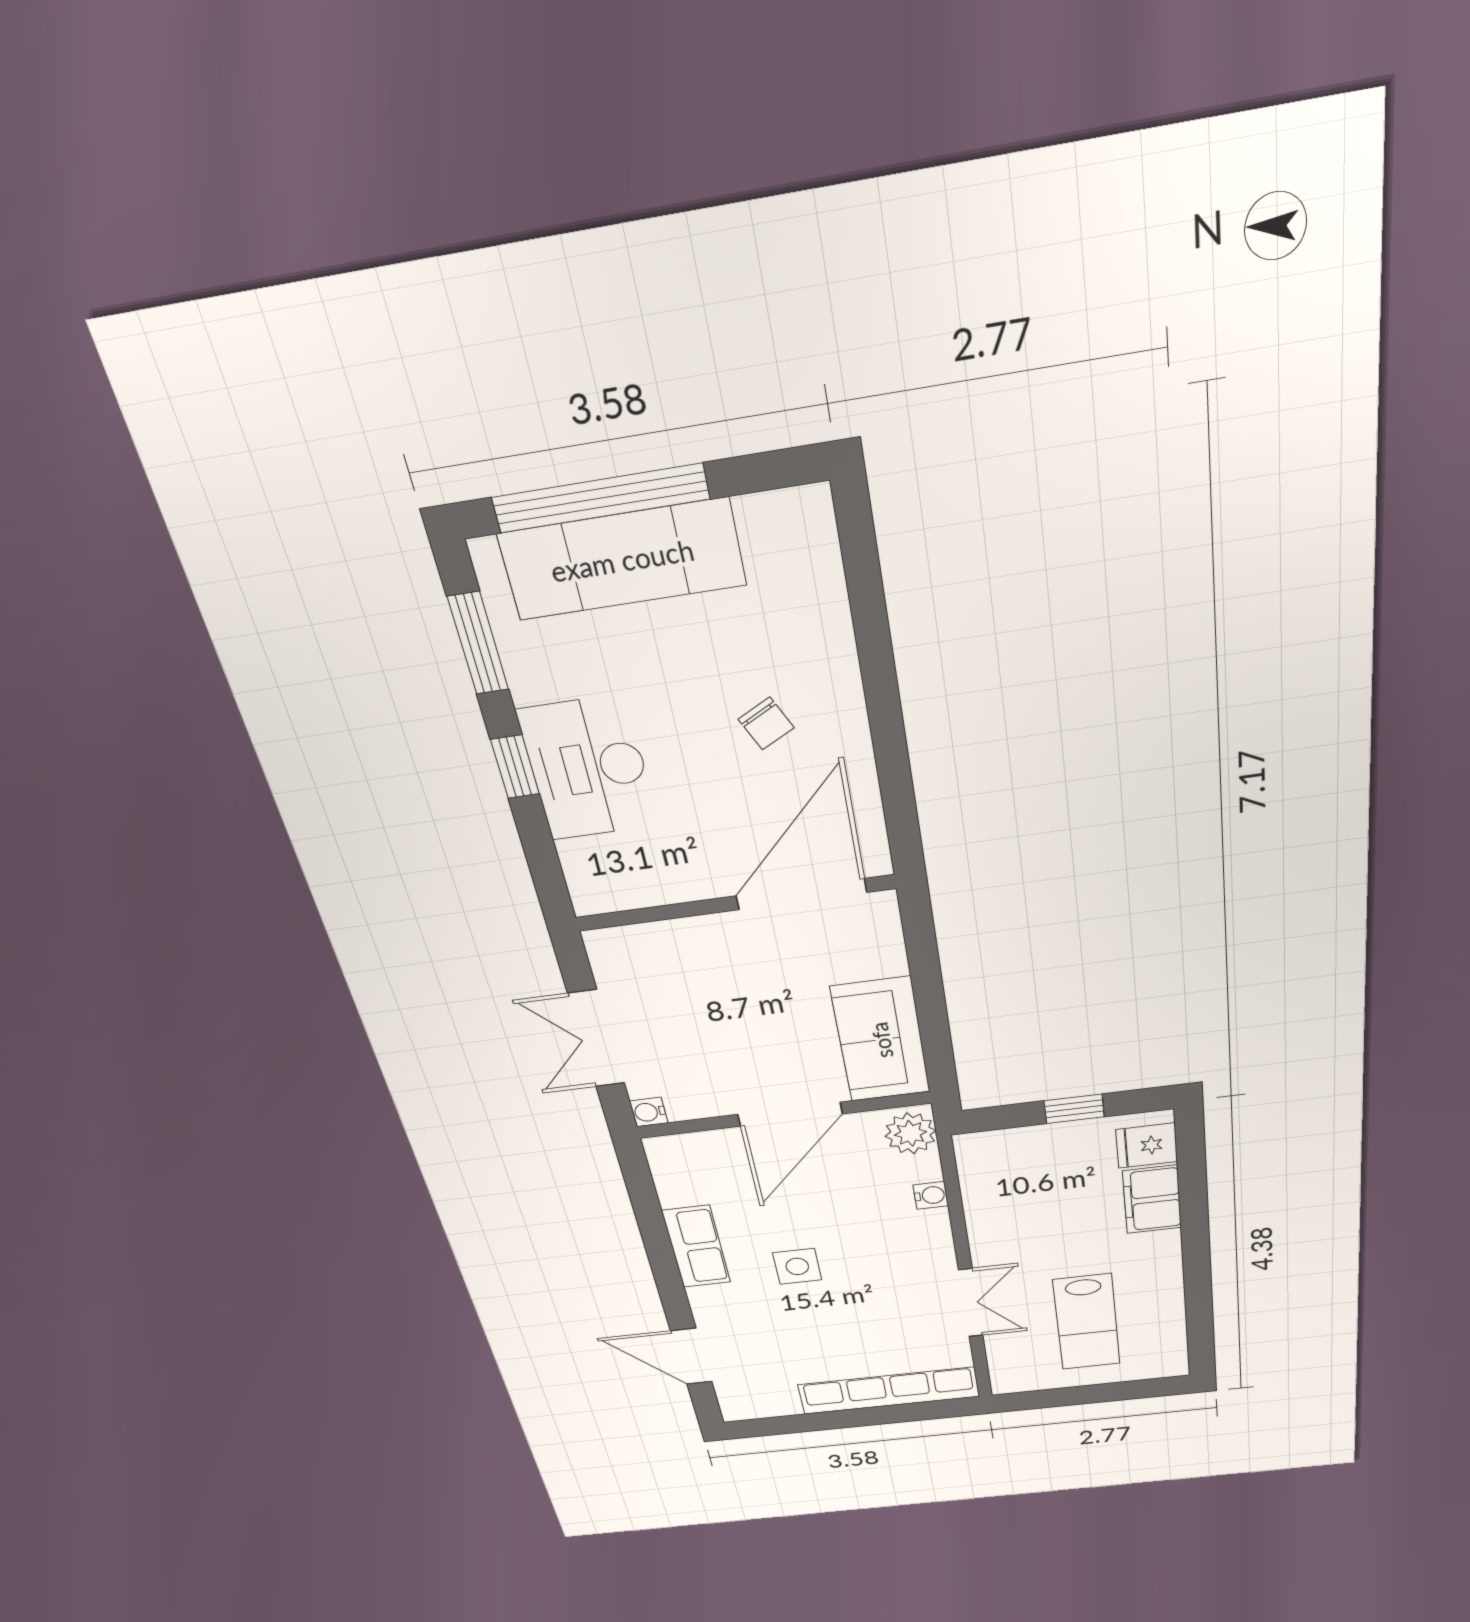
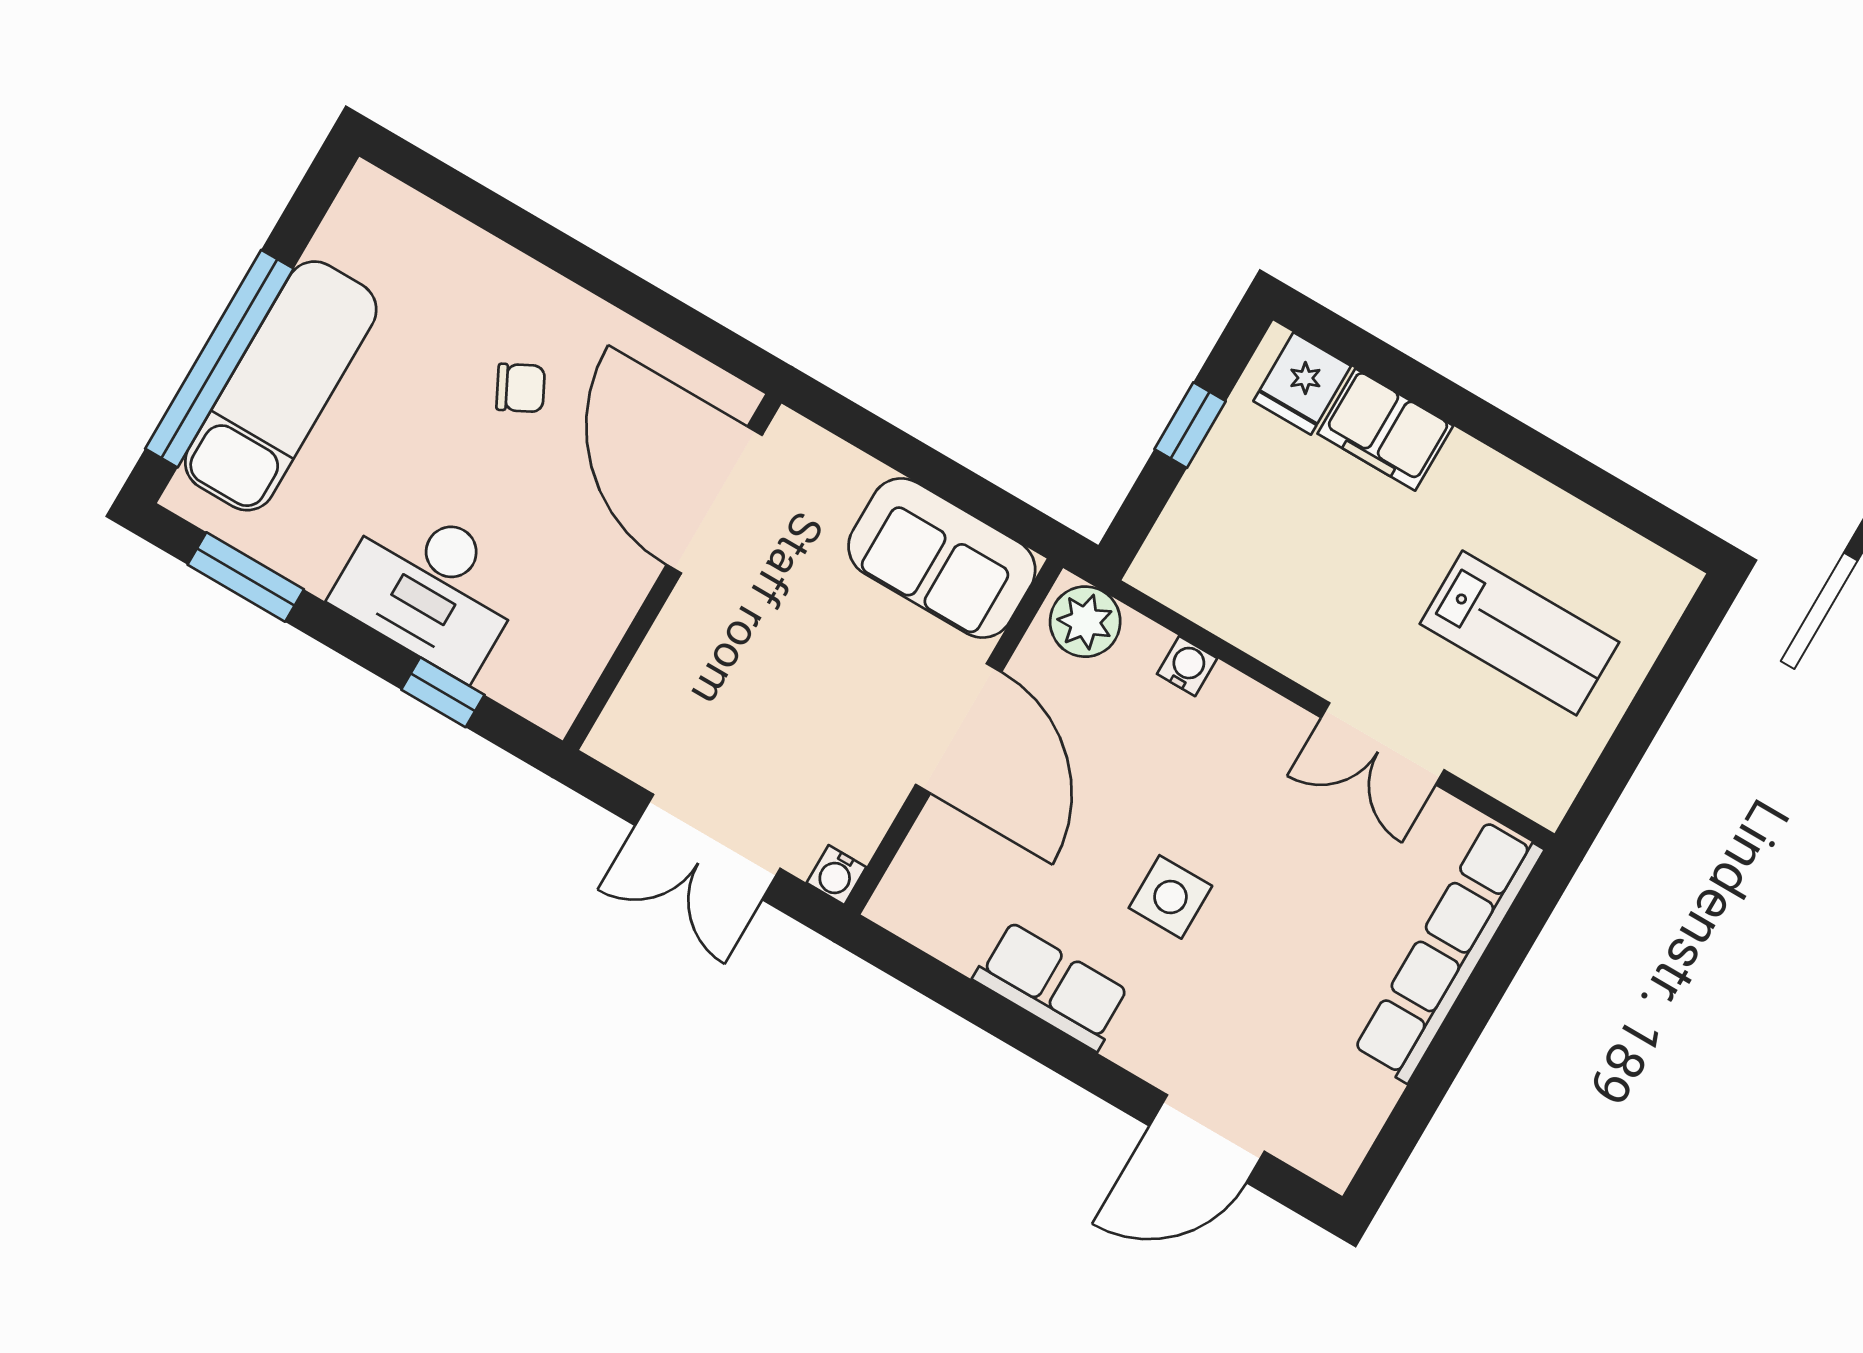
window: (515, 767) -> (443, 692), moved
double door: (971, 1303) -> (1383, 744), swing flipped

